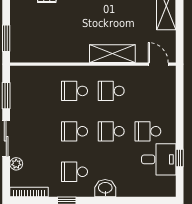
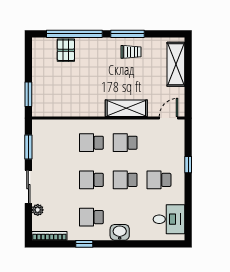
door: (158, 64) -> (169, 118), hinge flipped
window: (180, 158) -> (188, 165), moved
desk: (159, 159) -> (169, 219), moved

